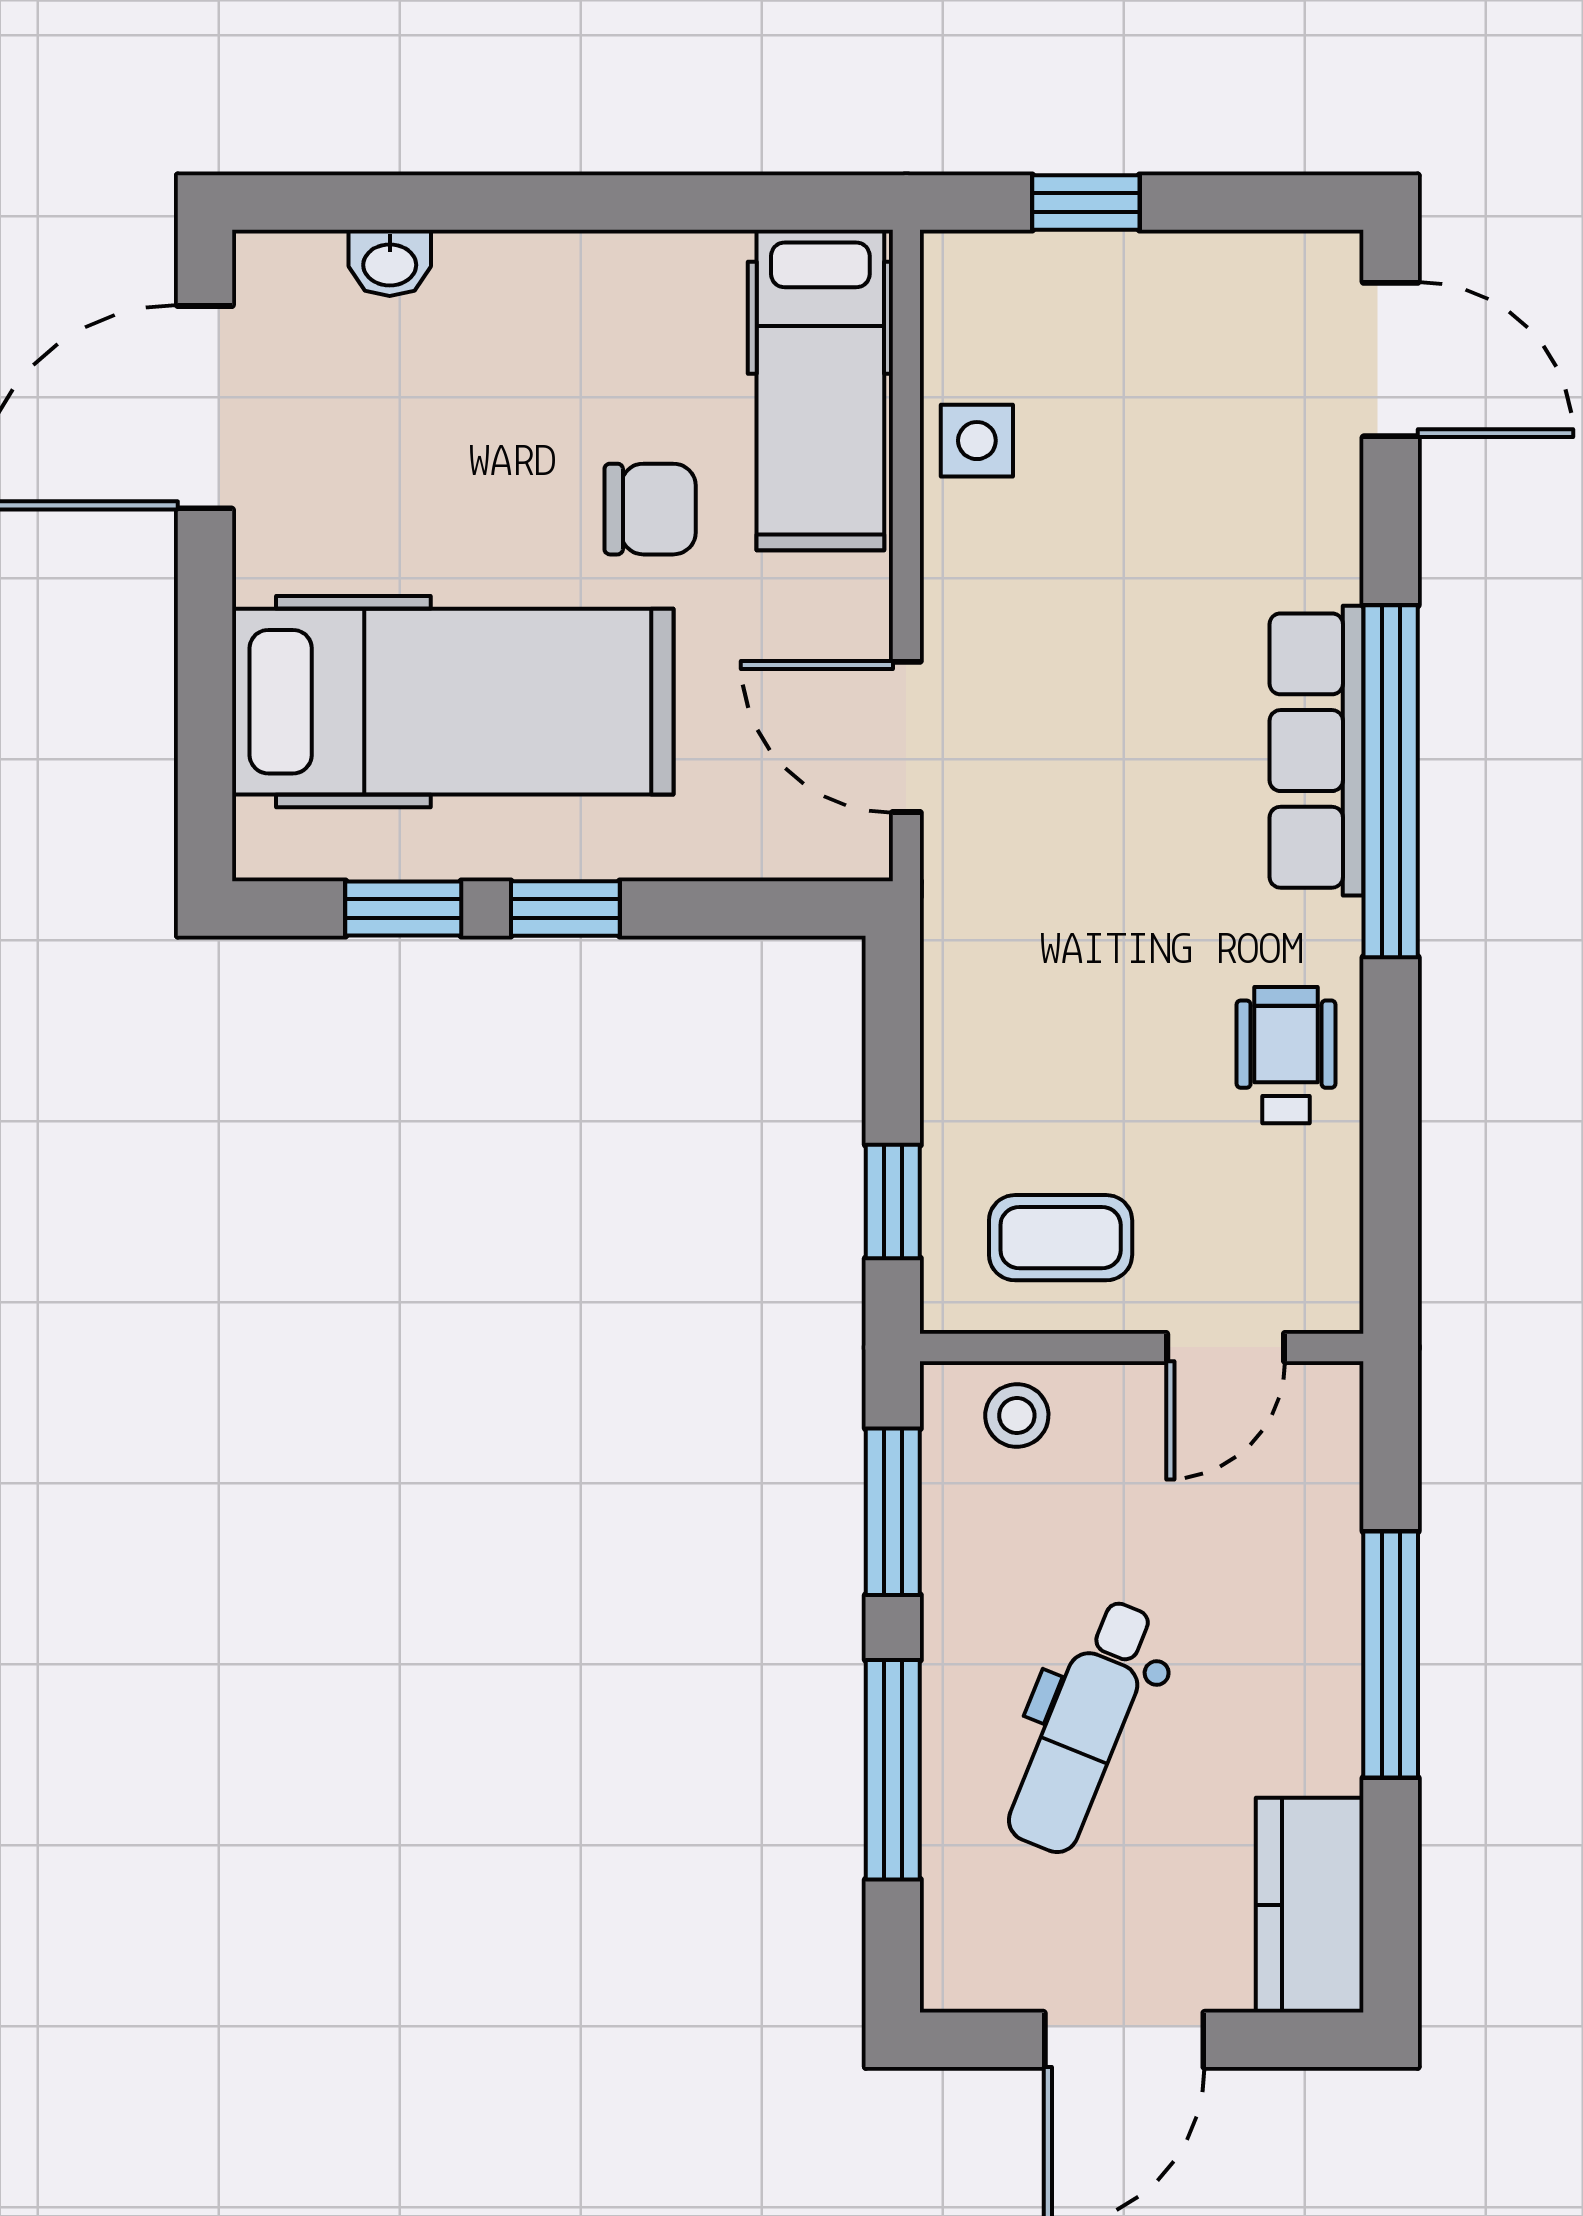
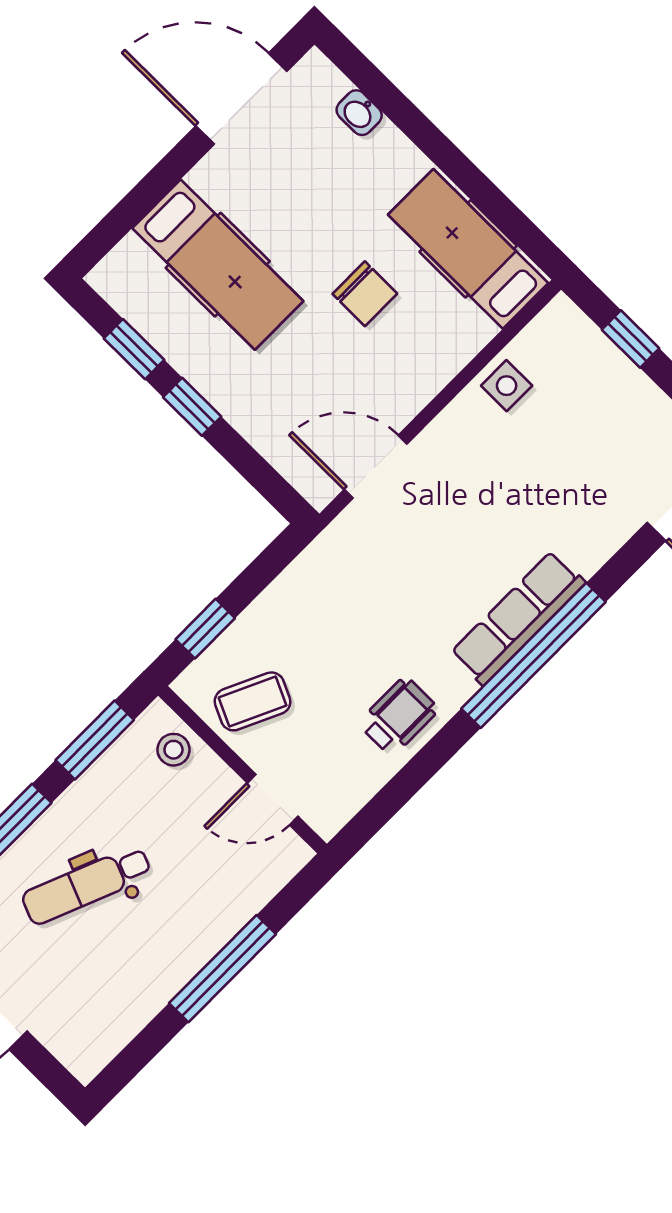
hospital bed: (820, 390) -> (468, 249), moved, turned 90
hospital bed: (453, 702) -> (218, 265), width x0.73, depth x0.78
door: (906, 737) -> (376, 467), hinge flipped
coffee table: (1061, 1238) -> (253, 701), turned -65
kitchen counter: (1310, 1905) -> (104, 1030), removed

